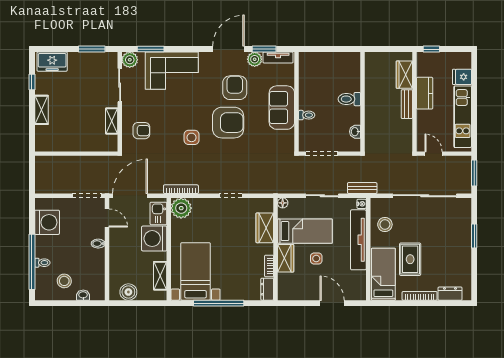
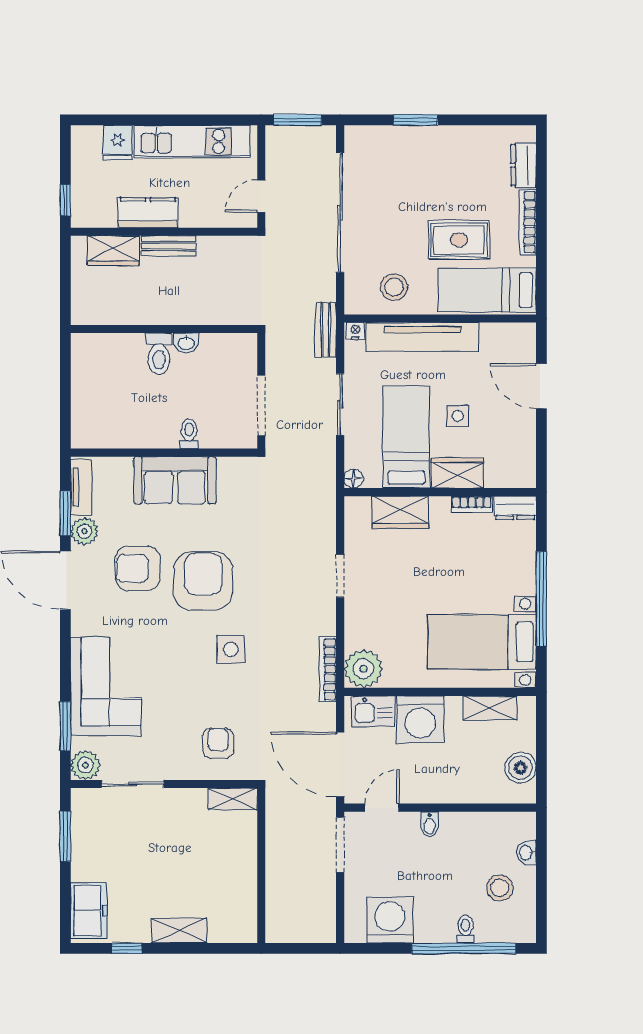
shelving: (112, 121) -> (233, 799), moved
washbasin: (355, 132) -> (186, 343), moved
door: (332, 303) -> (541, 386), hinge flipped

